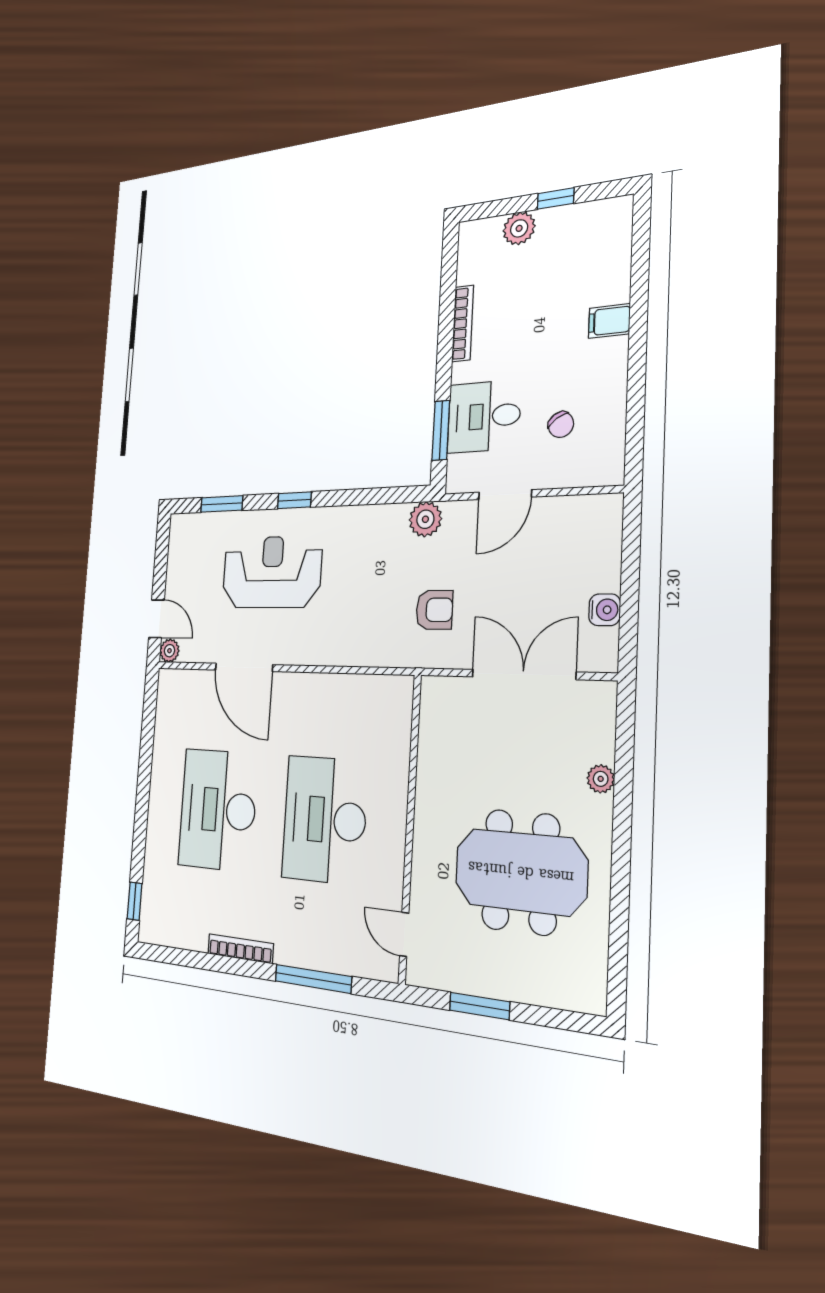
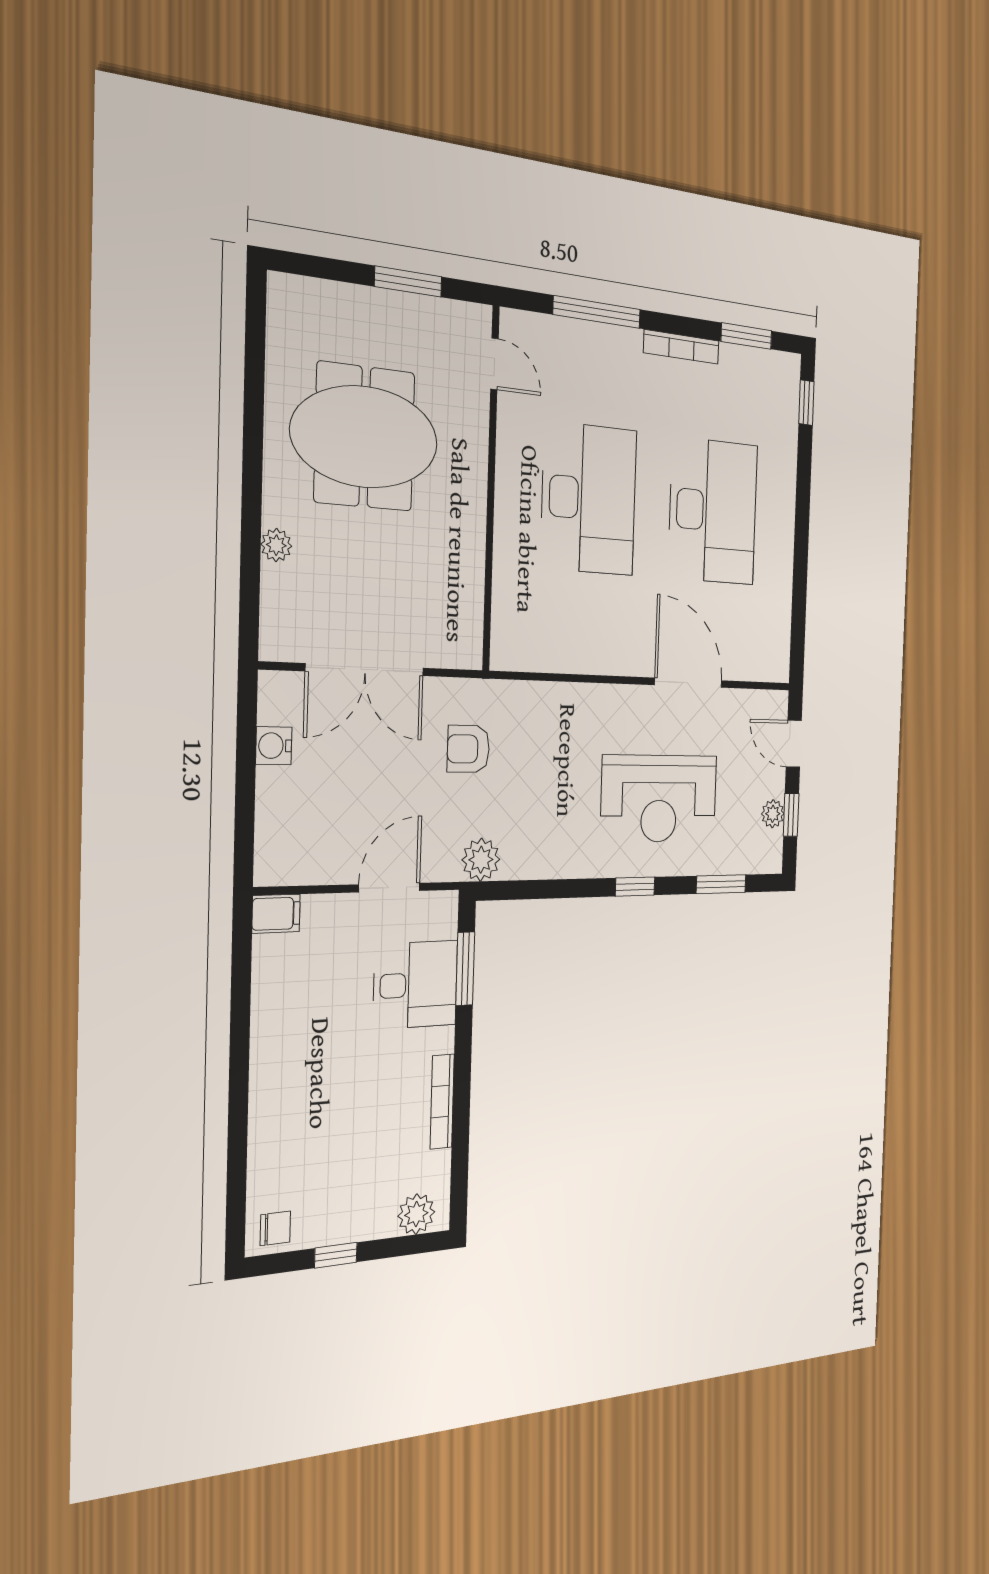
plant: (519, 228) -> (416, 1214), moved
filing cabinet: (609, 321) -> (276, 914), moved
chair: (561, 425) -> (275, 1228), moved, turned 125
window: (161, 561) -> (791, 815), added
plant: (169, 651) -> (773, 814), moved
window: (184, 958) -> (746, 336), added

